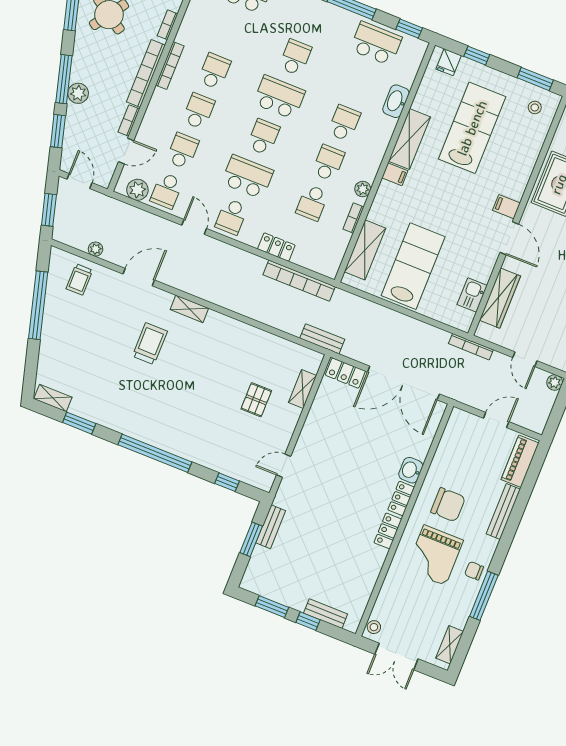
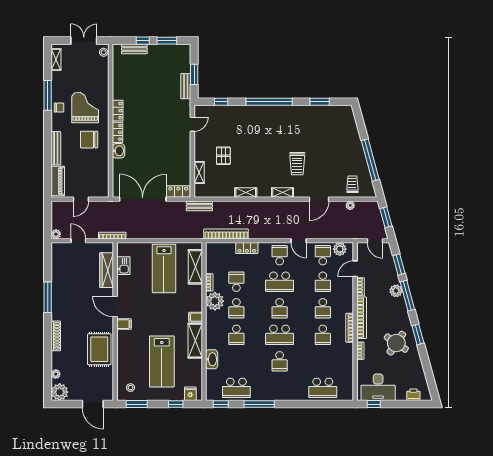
plant: (363, 189) -> (215, 301), width x1.88, depth x1.88
shelving: (53, 398) -> (246, 193), moved

